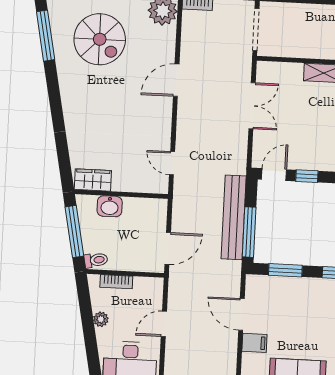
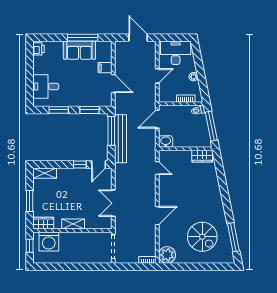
spiral stairs: (100, 39) -> (202, 237), turned 180
washbasin: (110, 206) -> (166, 142), moved

